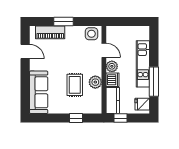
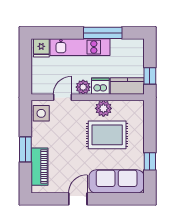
door: (25, 51) -> (78, 199), moved
rug: (75, 85) -> (107, 135), width x1.36, depth x1.43
fridge: (142, 104) -> (41, 48), moved
window: (76, 118) -> (150, 161), moved

